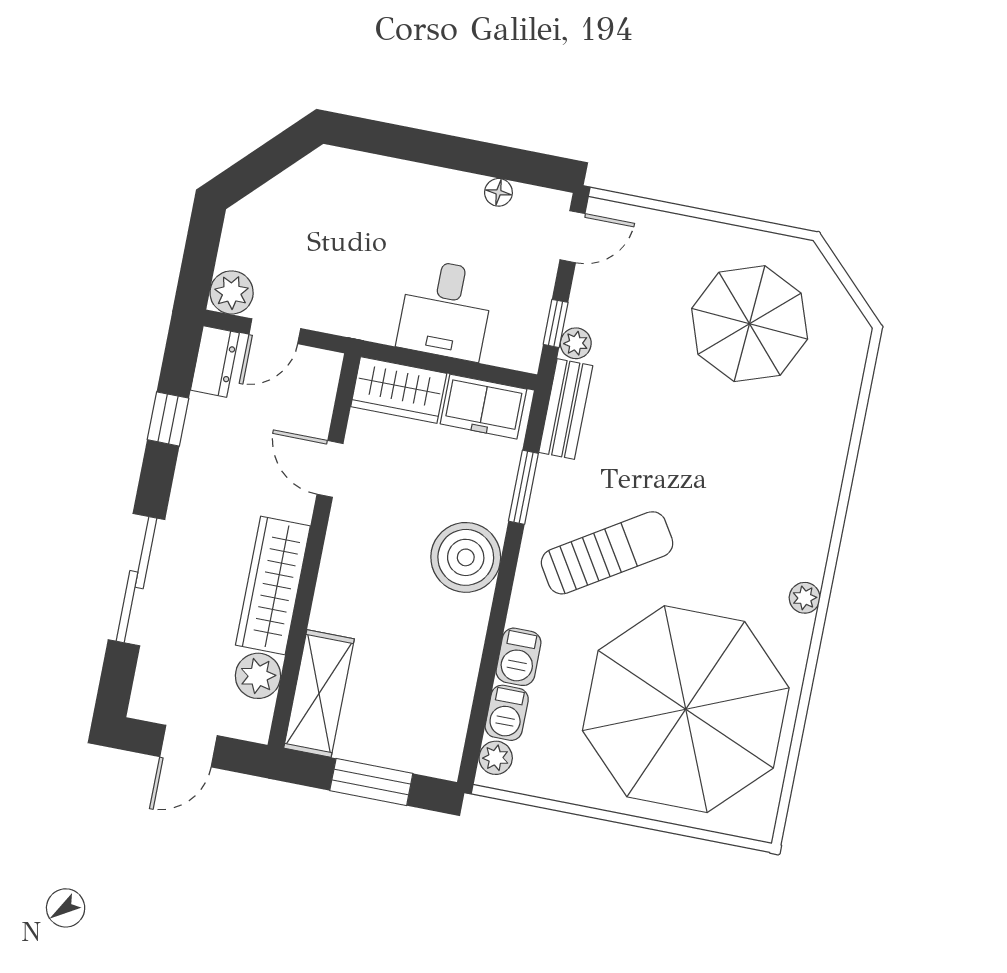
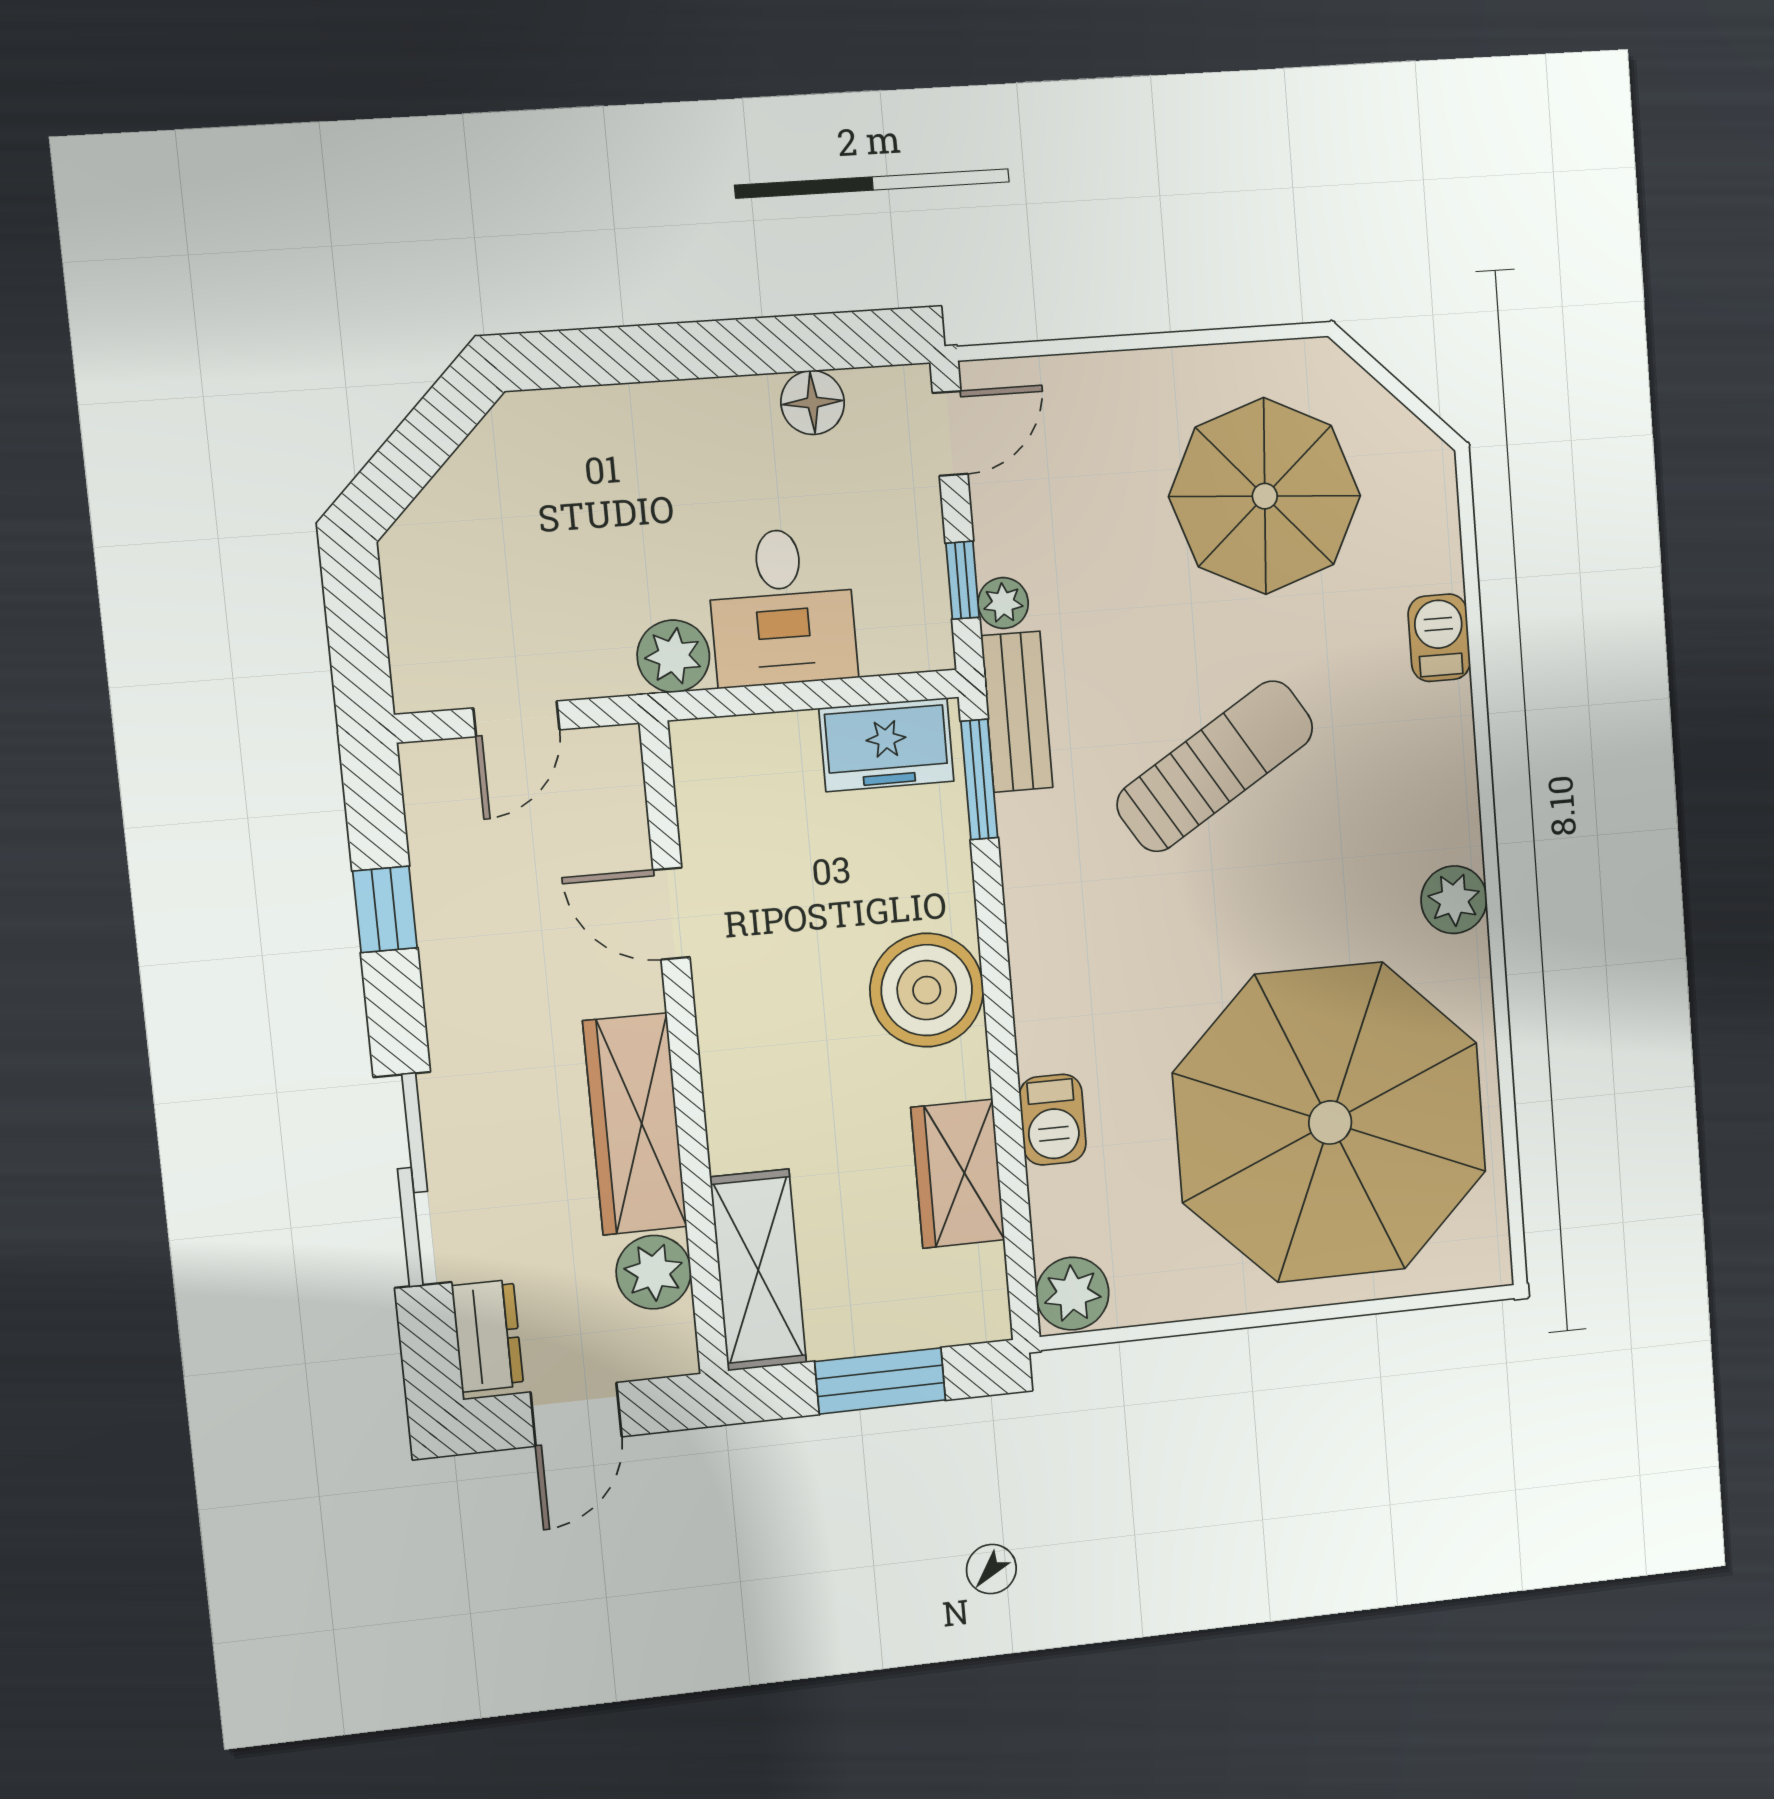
floor lamp: (498, 192) -> (813, 403), width x1.37, depth x1.37
plant: (232, 292) -> (673, 656), moved
dresser: (215, 361) -> (487, 1336), moved
wardrobe: (399, 390) -> (958, 1174), moved, turned 90
window: (523, 487) -> (979, 779), moved
sun lounger: (607, 553) -> (1215, 766), moved
plant: (805, 598) -> (1454, 900), width x1.38, depth x1.38
barbecue: (507, 713) -> (1439, 638), moved, turned 180
plant: (496, 758) -> (1072, 1294), width x1.38, depth x1.38

